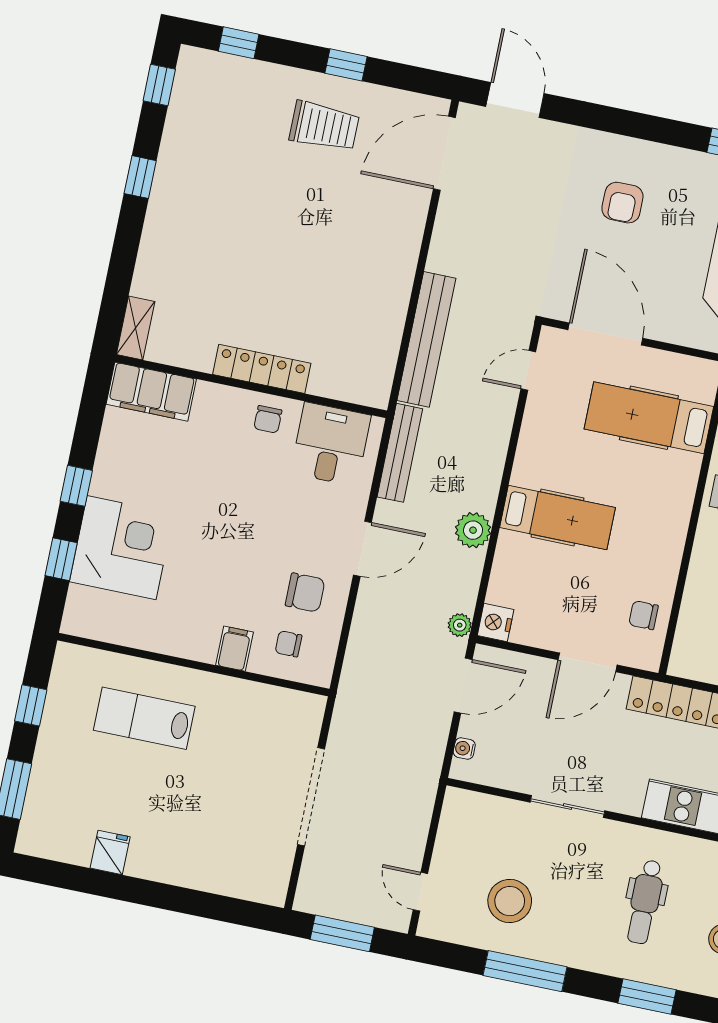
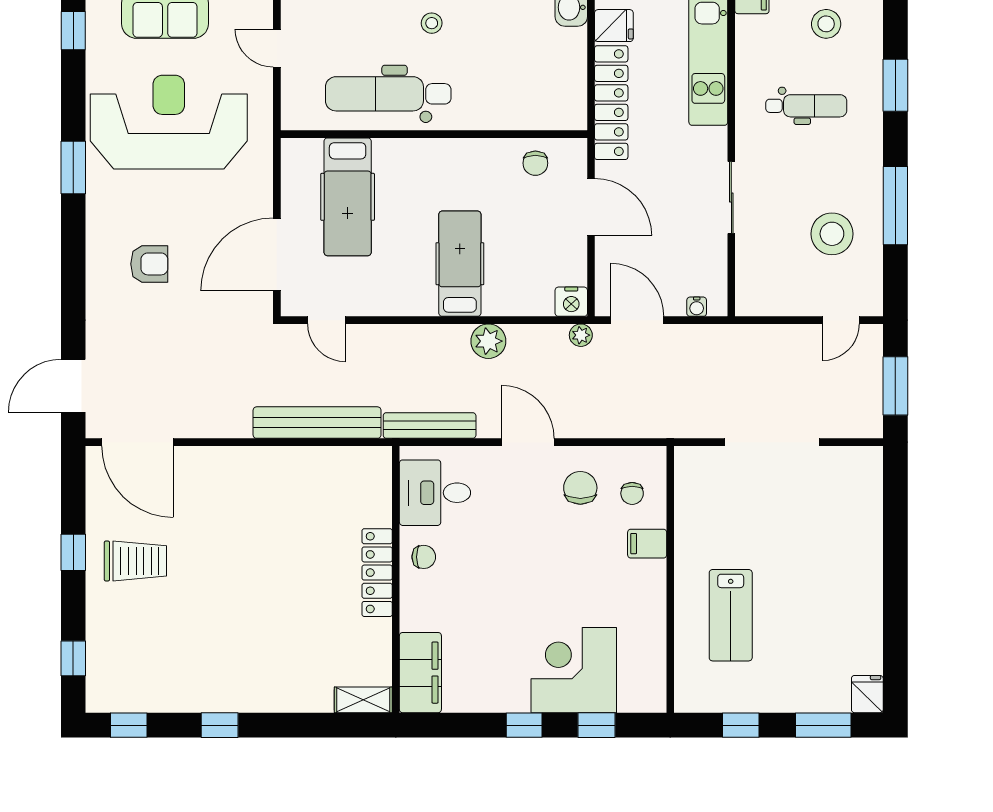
trolley: (324, 126) -> (135, 561), turned 90
fridge: (110, 852) -> (867, 694), moved, turned 90

